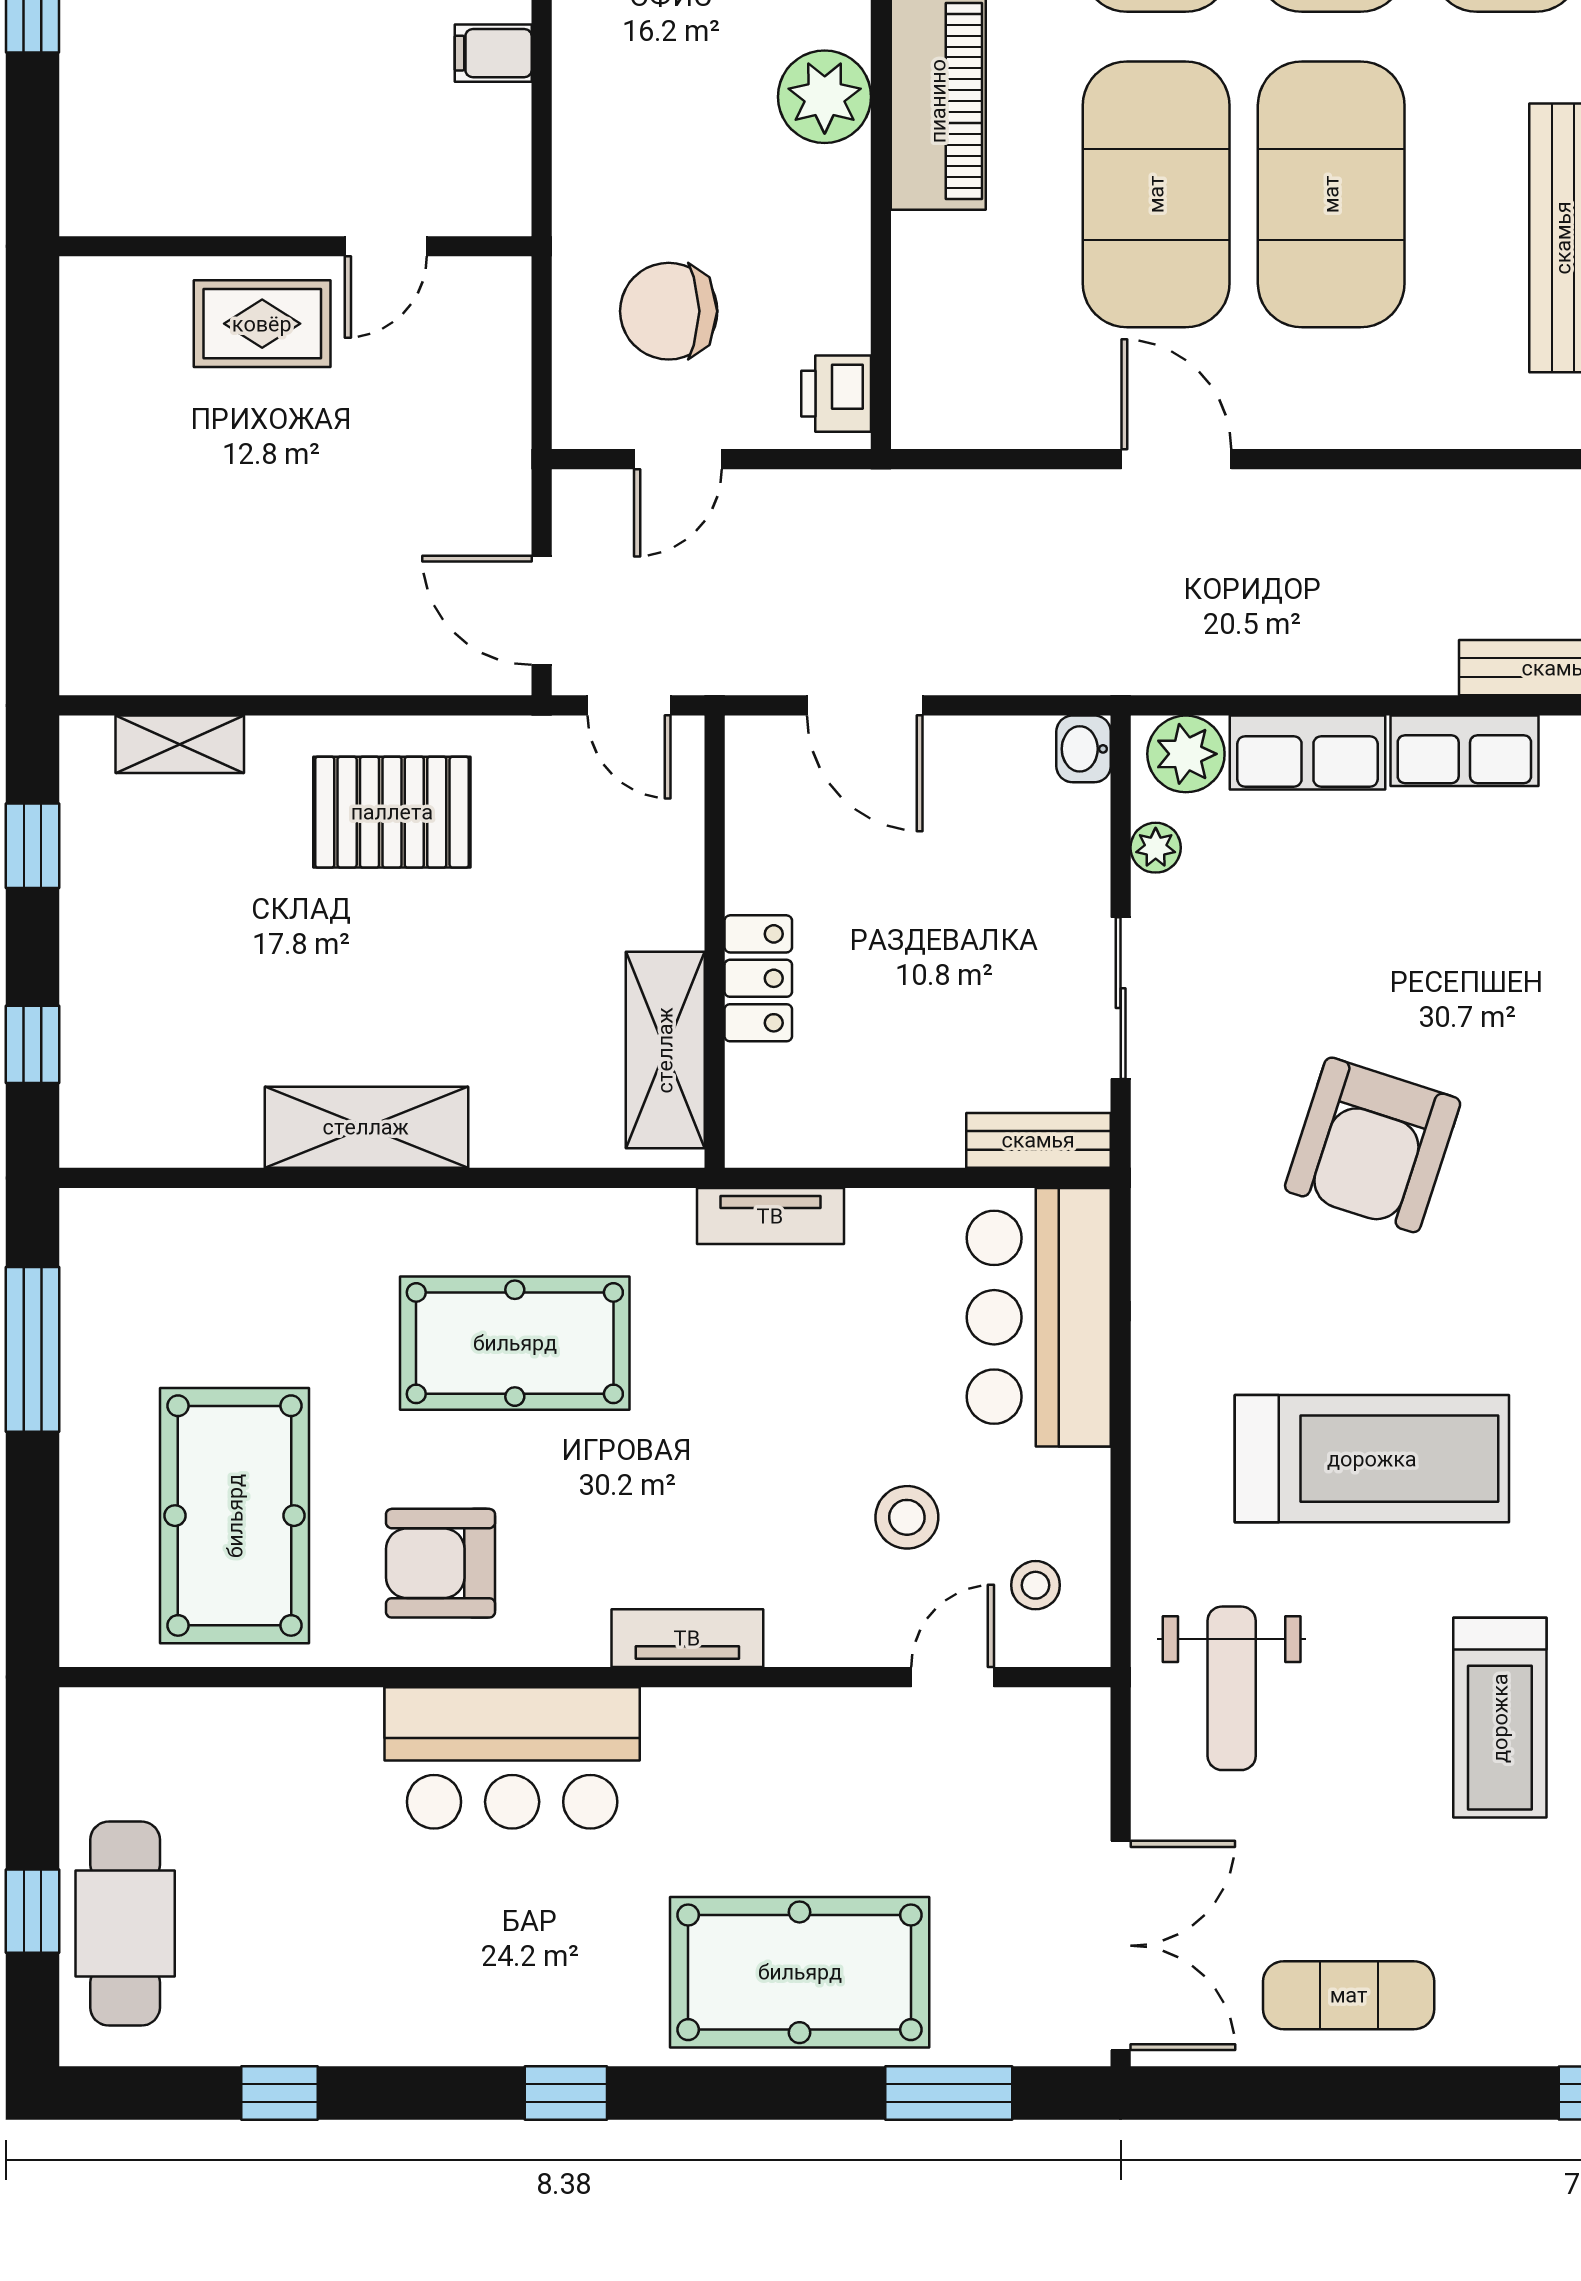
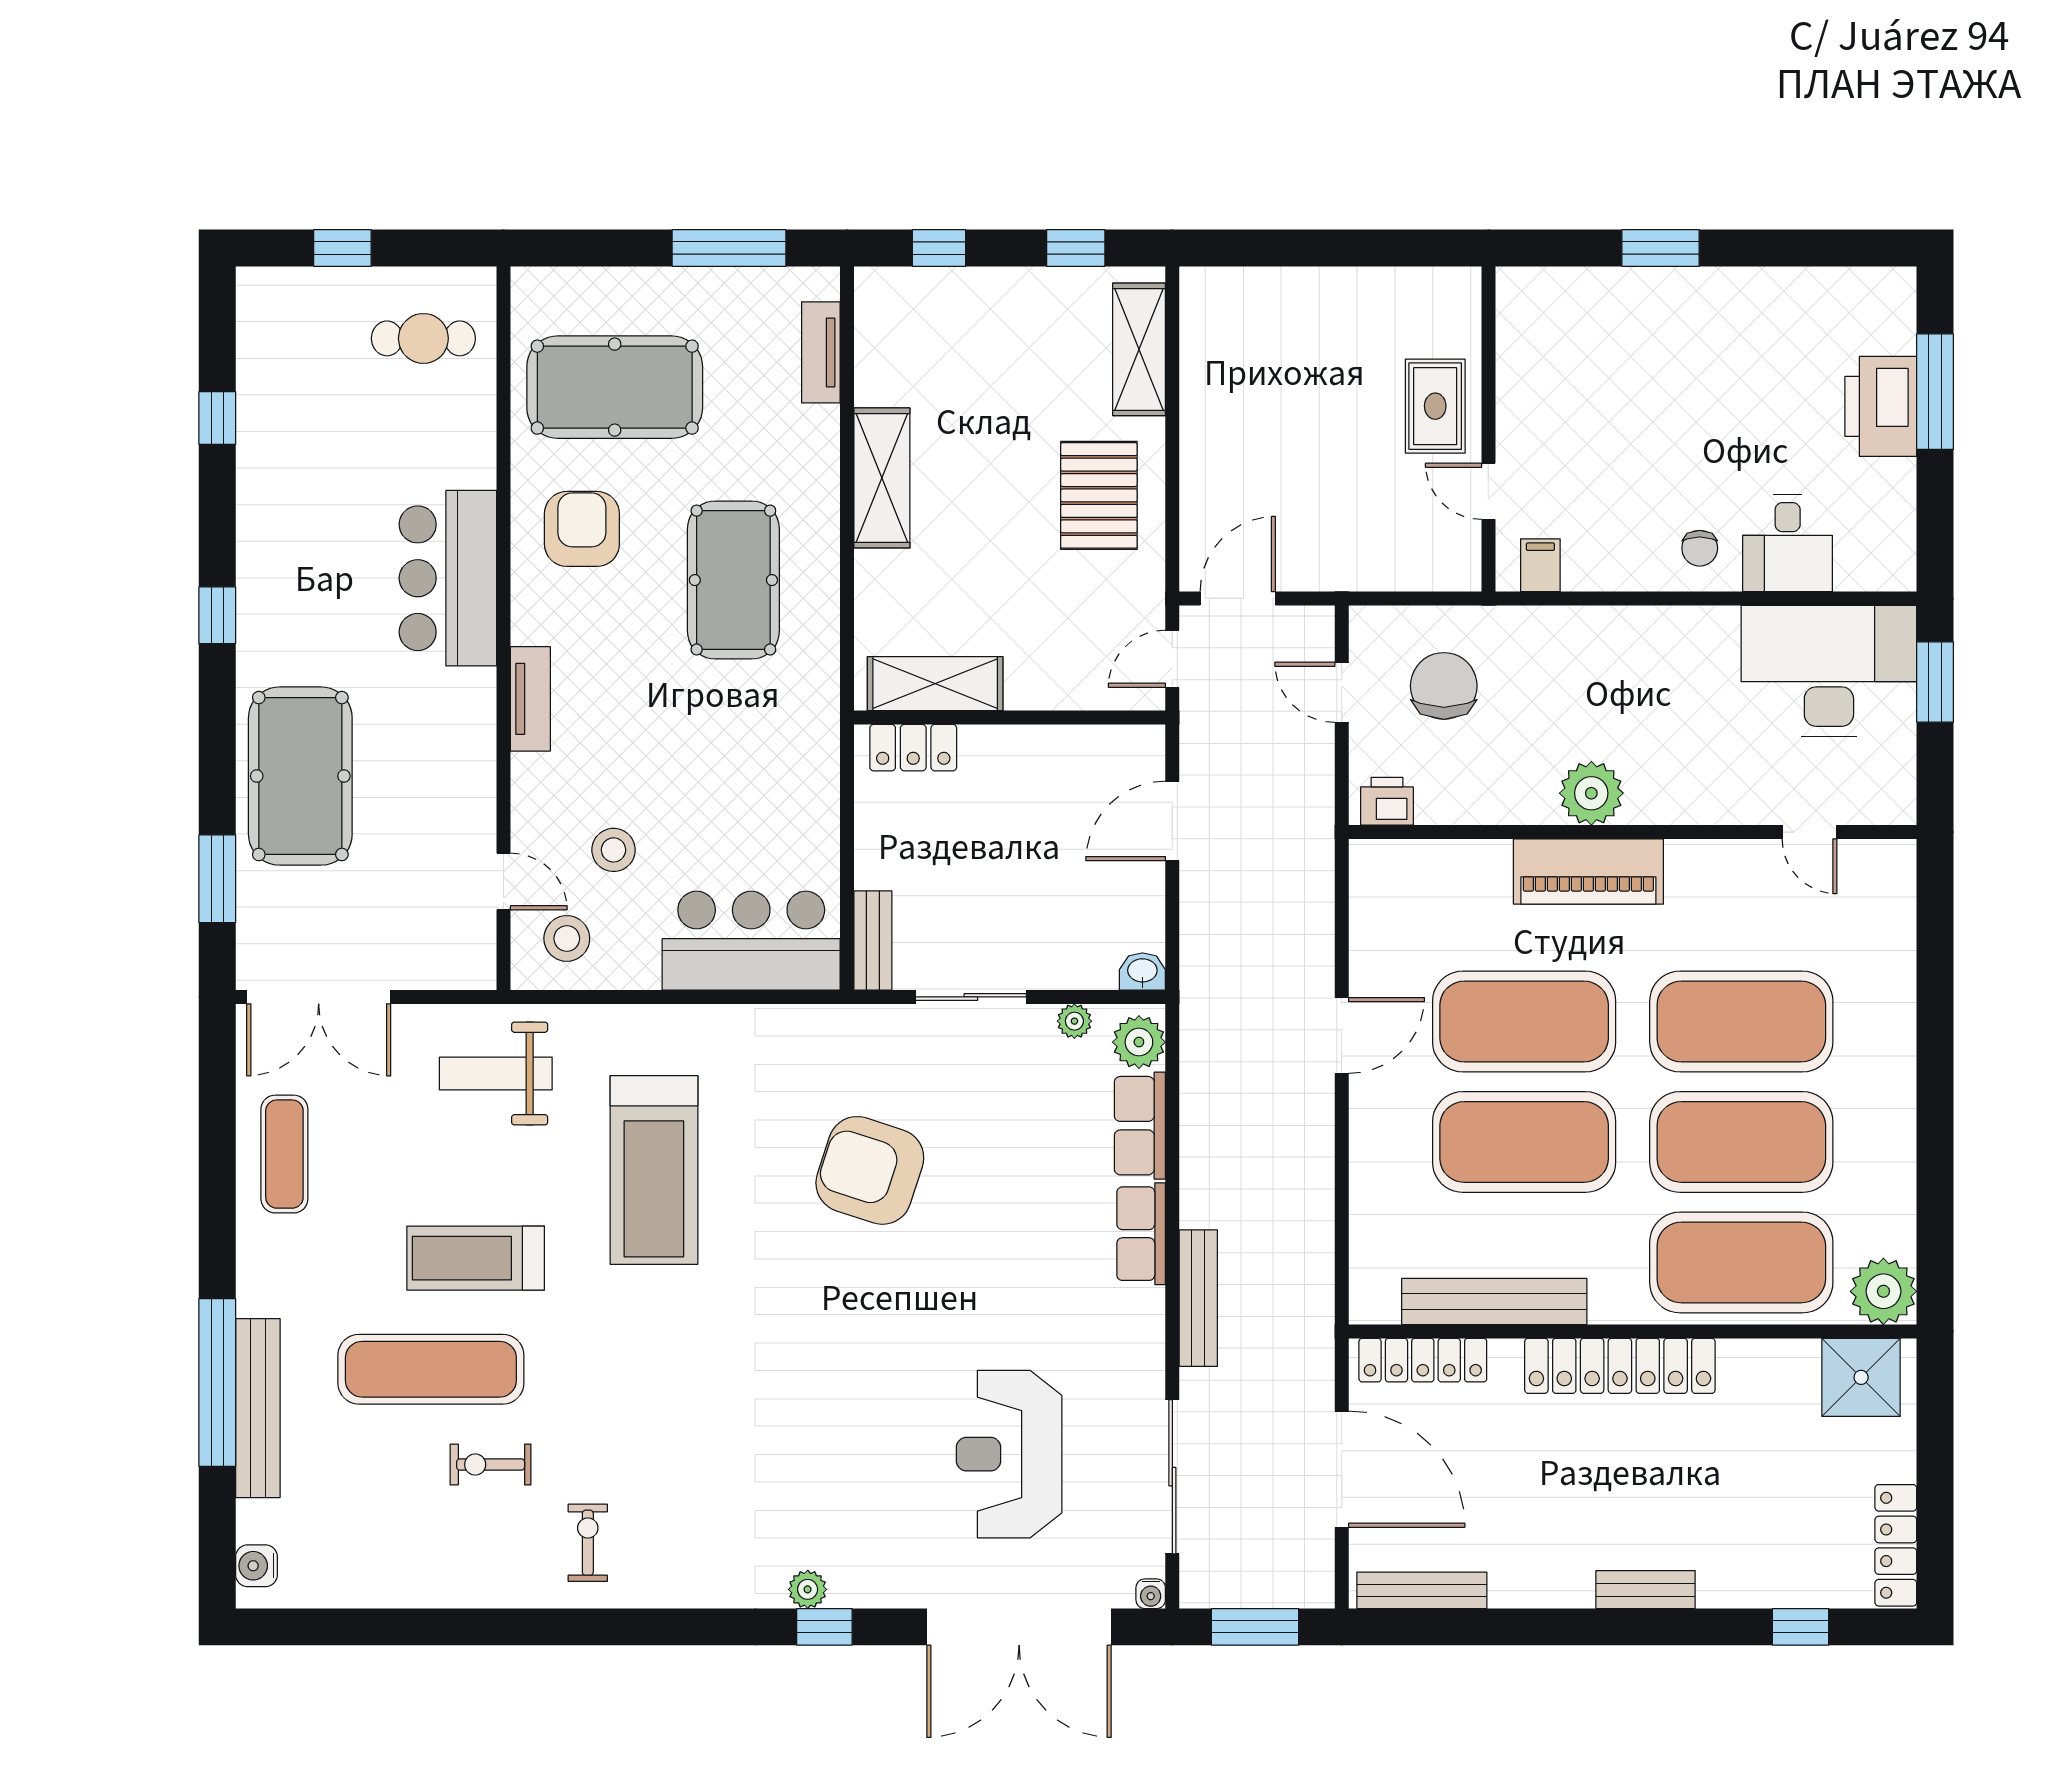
filing cabinet: (493, 53) -> (1540, 565), moved
shelving: (180, 744) -> (1139, 349), width x1.50, depth x1.33
locker: (758, 978) -> (913, 748), moved
tv unit: (770, 1216) -> (821, 352), moved
stool: (1036, 1585) -> (567, 938), width x1.37, depth x1.37
cafe table: (125, 1924) -> (423, 338), moved, width x0.73, depth x0.74

